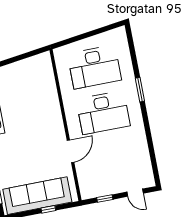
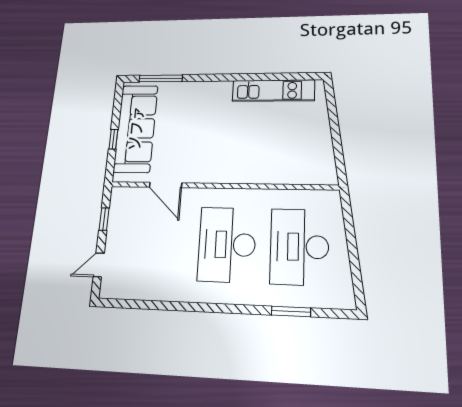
window: (140, 90) -> (291, 312), moved
door: (71, 151) -> (166, 185), moved

